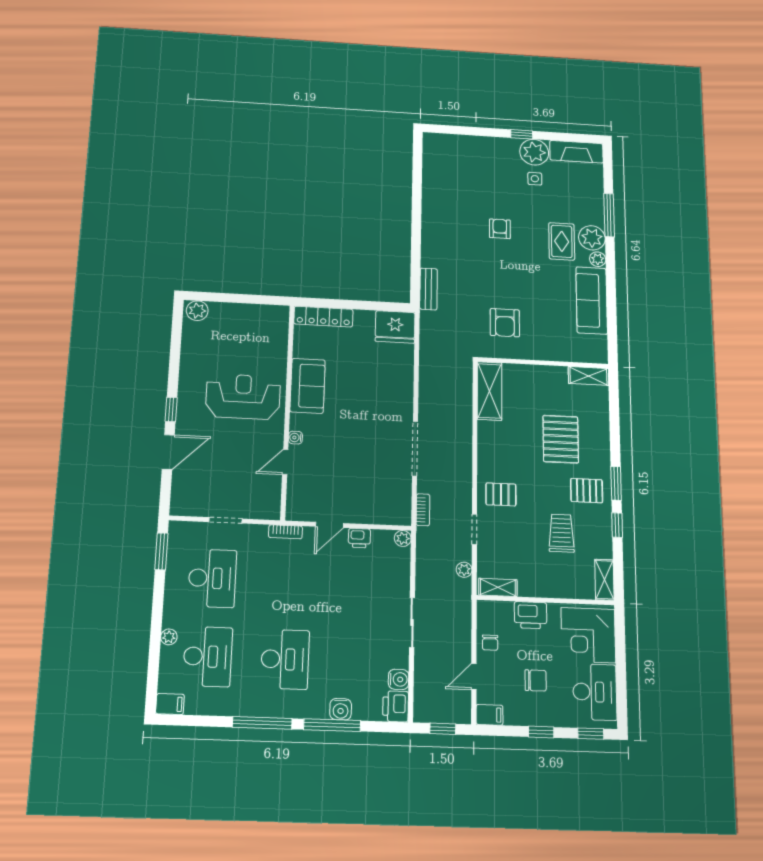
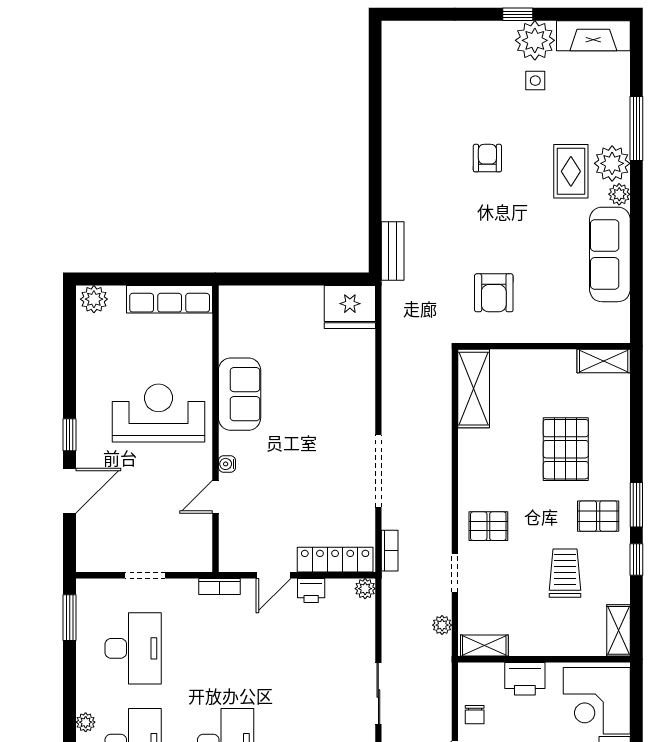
row of seats: (256, 314) -> (170, 299), added
locker: (323, 317) -> (335, 560), moved, turned 180

